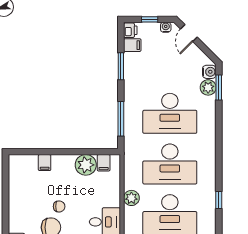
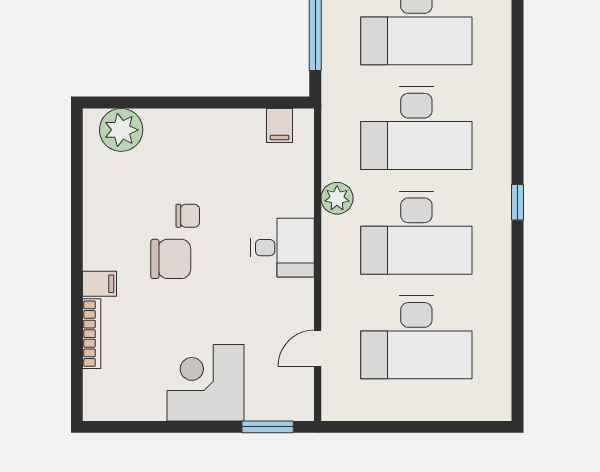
filing cabinet: (45, 163) -> (158, 125), removed
plant: (86, 165) -> (121, 130), moved

